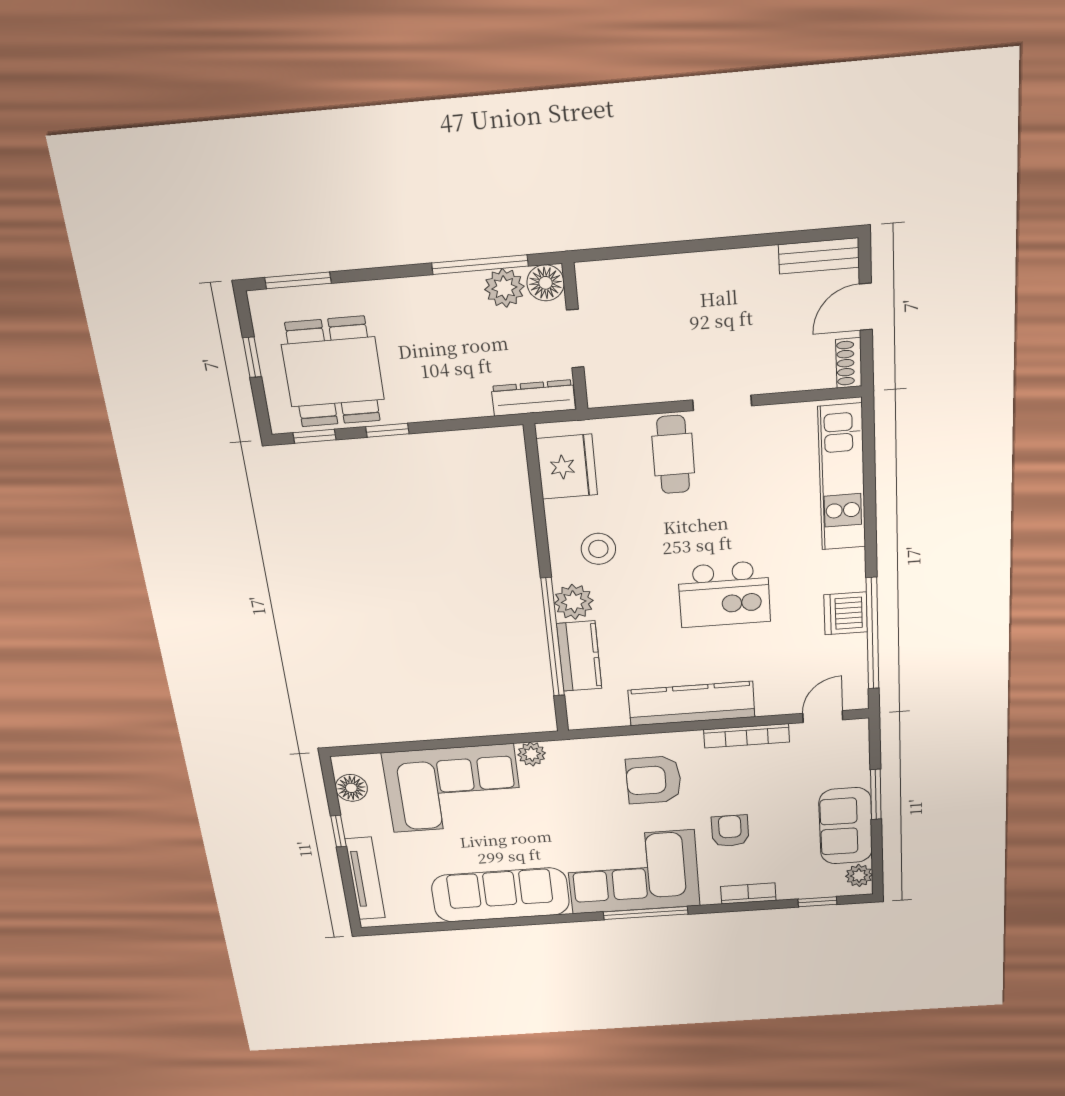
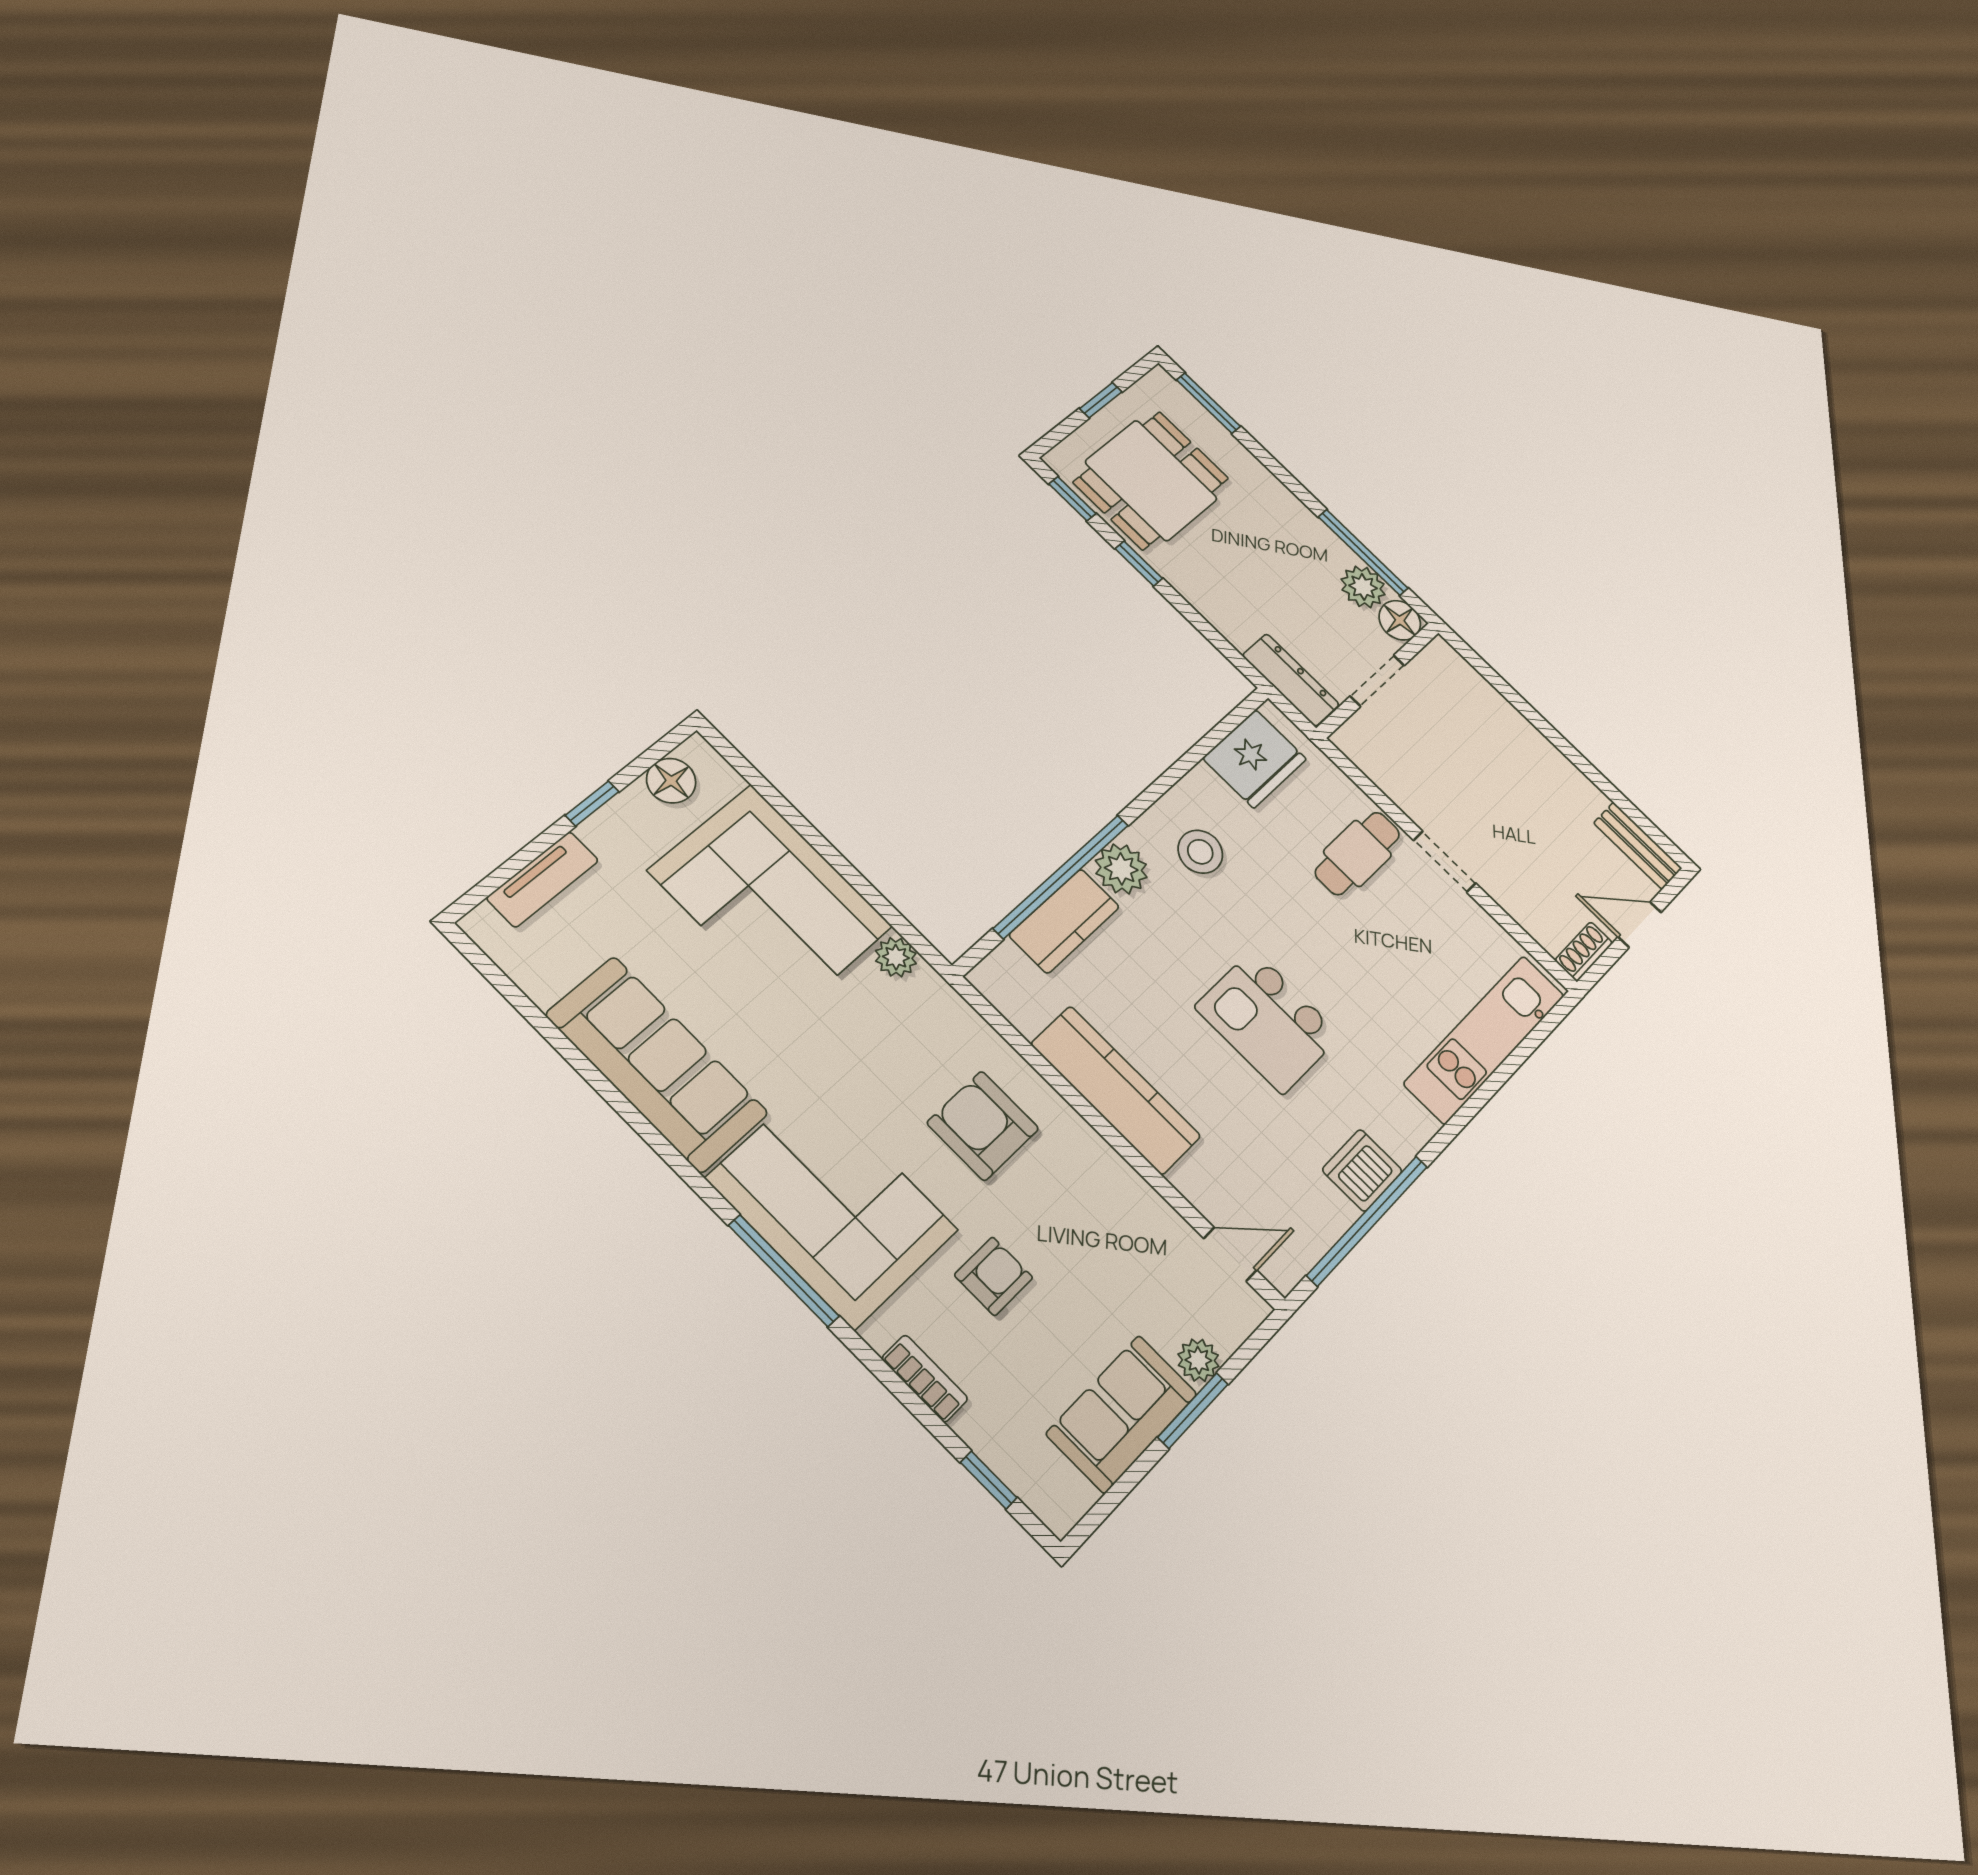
bookcase: (746, 736) -> (1132, 1187), removed
plant: (859, 876) -> (1198, 1360), moved
tv unit: (365, 879) -> (543, 879), width x0.71

